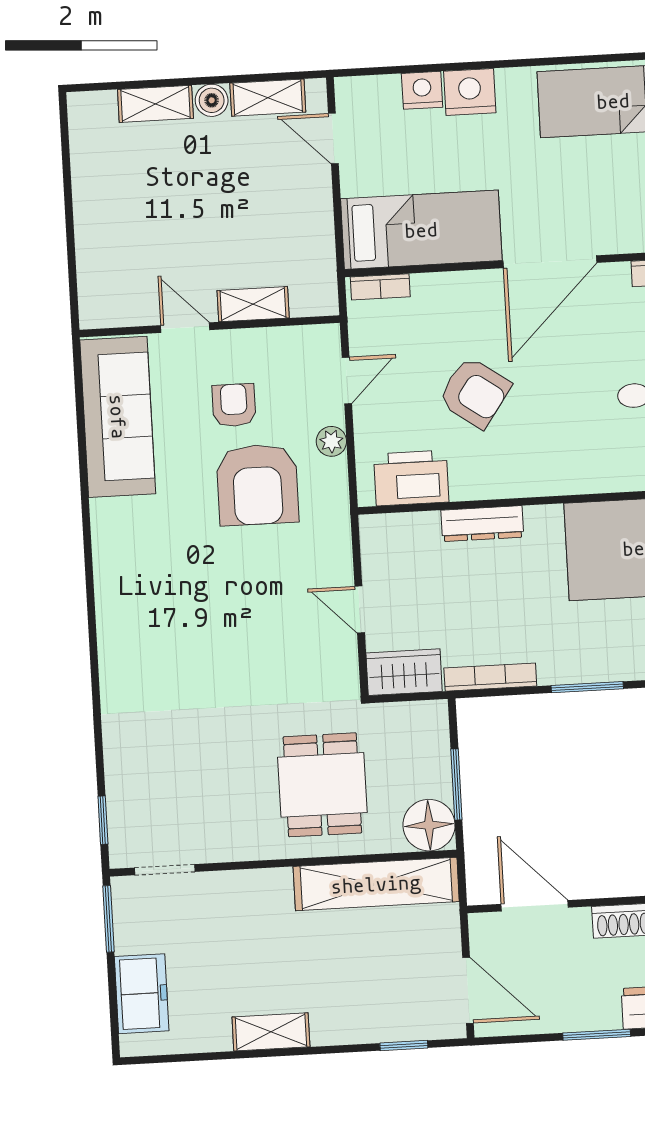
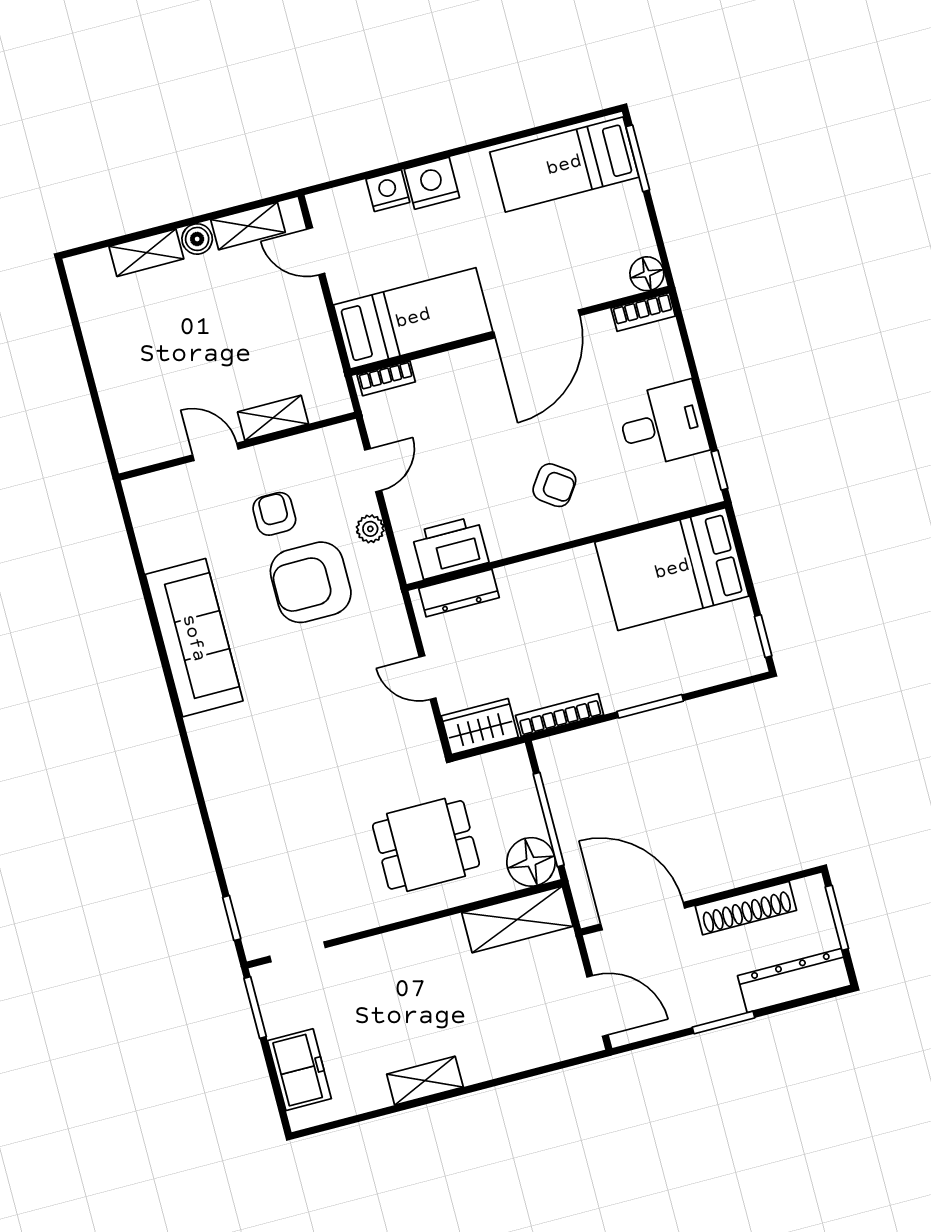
armchair: (475, 392) -> (554, 485), moved, width x0.72, depth x0.72
sofa: (118, 417) -> (194, 638), moved
armchair: (257, 485) -> (311, 582), turned 90
dresser: (482, 524) -> (459, 593), moved
window: (456, 784) -> (549, 820), width x1.44
dining table: (322, 785) -> (426, 845), turned 90
shelving: (376, 884) -> (517, 919), width x0.68
door: (535, 906) -> (643, 916), width x1.36
window: (404, 1045) -> (549, 1068), removed

